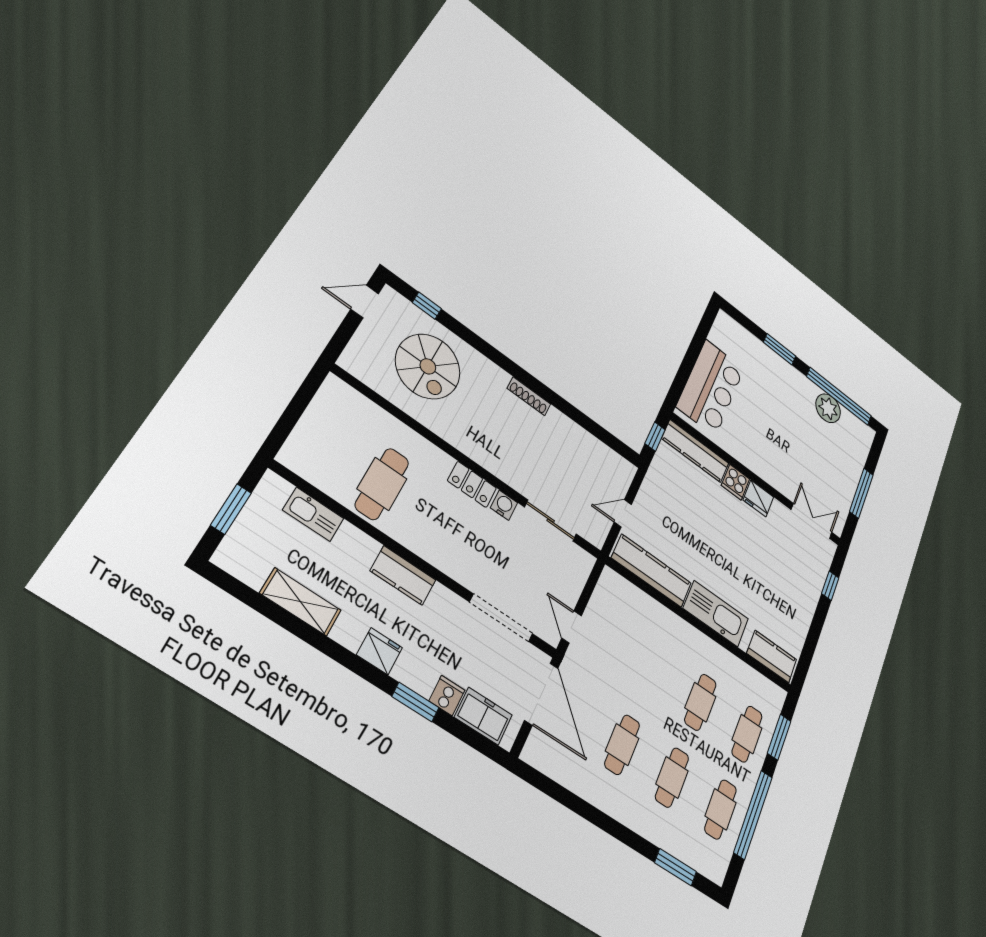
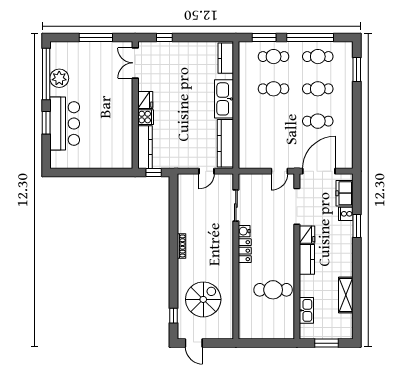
bar counter: (711, 387) -> (65, 124), moved, turned 90
door: (623, 513) -> (207, 171), hinge flipped
fridge: (379, 651) -> (307, 235), moved, turned 180

